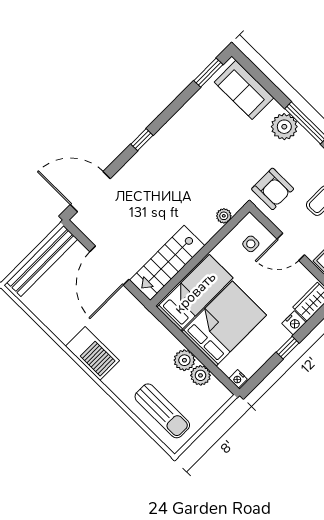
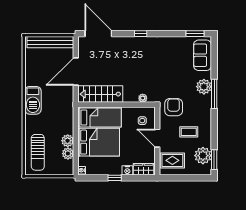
armchair: (273, 189) -> (174, 107), turned 180

